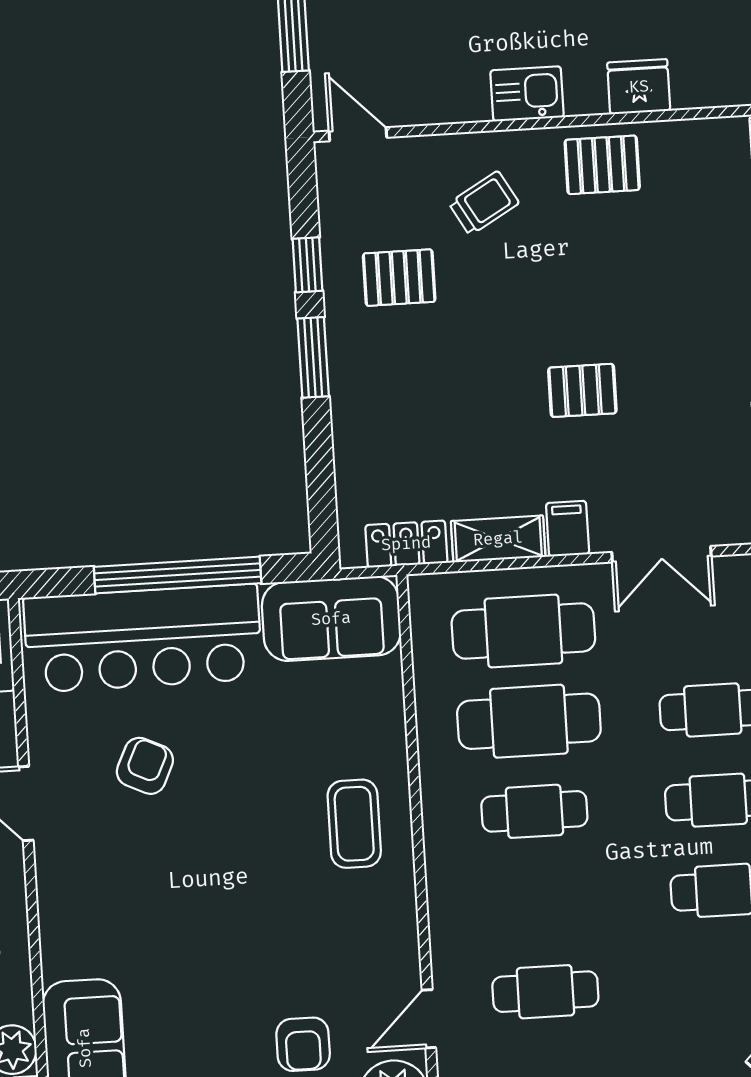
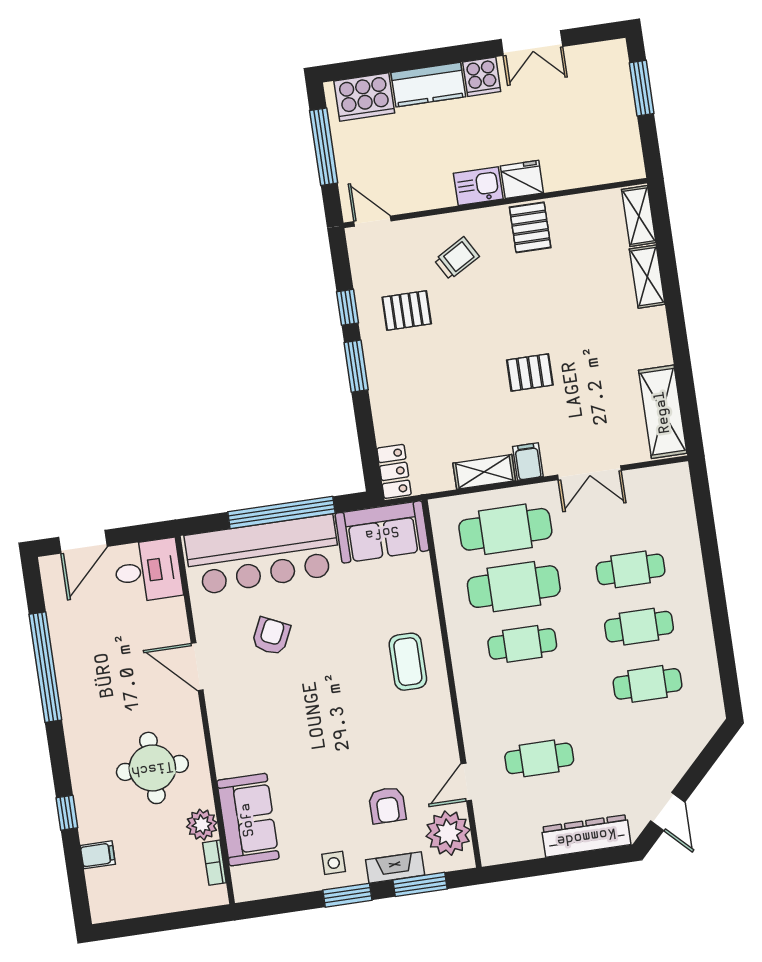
fridge: (639, 87) -> (522, 179), moved
pallet: (602, 165) -> (530, 227), turned 90
locker: (406, 544) -> (394, 471), moved, turned 90

